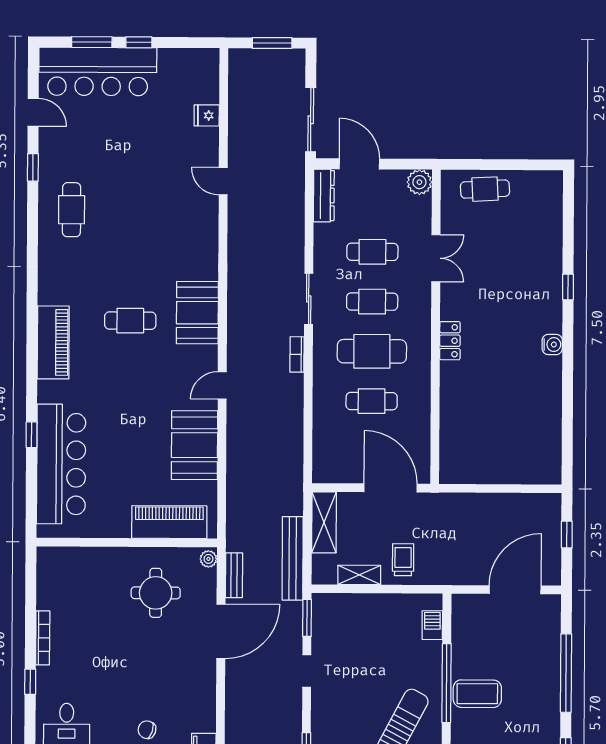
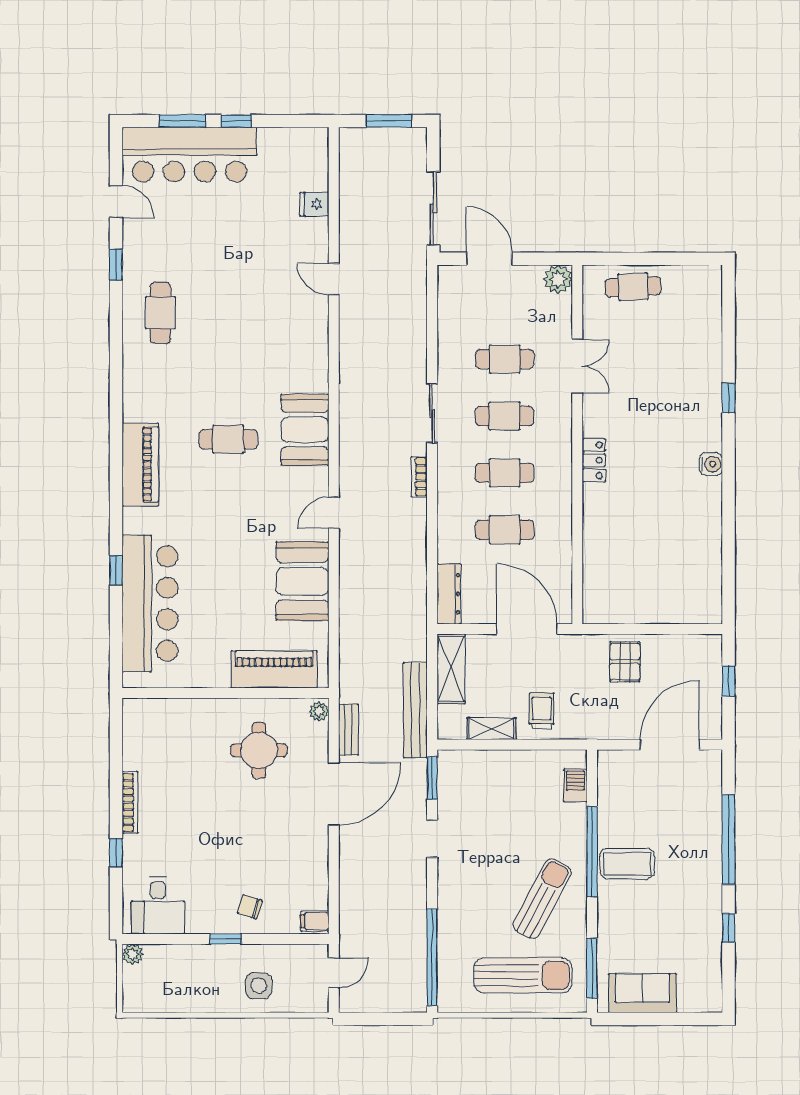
dresser: (324, 196) -> (449, 594), moved
cafe table: (372, 351) -> (505, 473), width x0.73, depth x0.74
pallet: (476, 517) -> (625, 662), added

